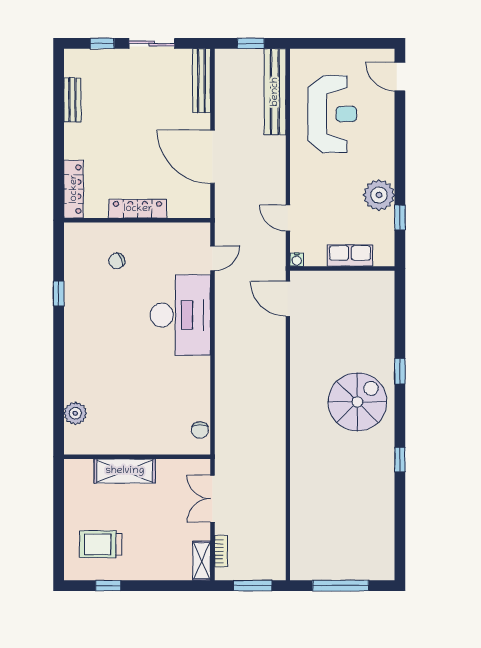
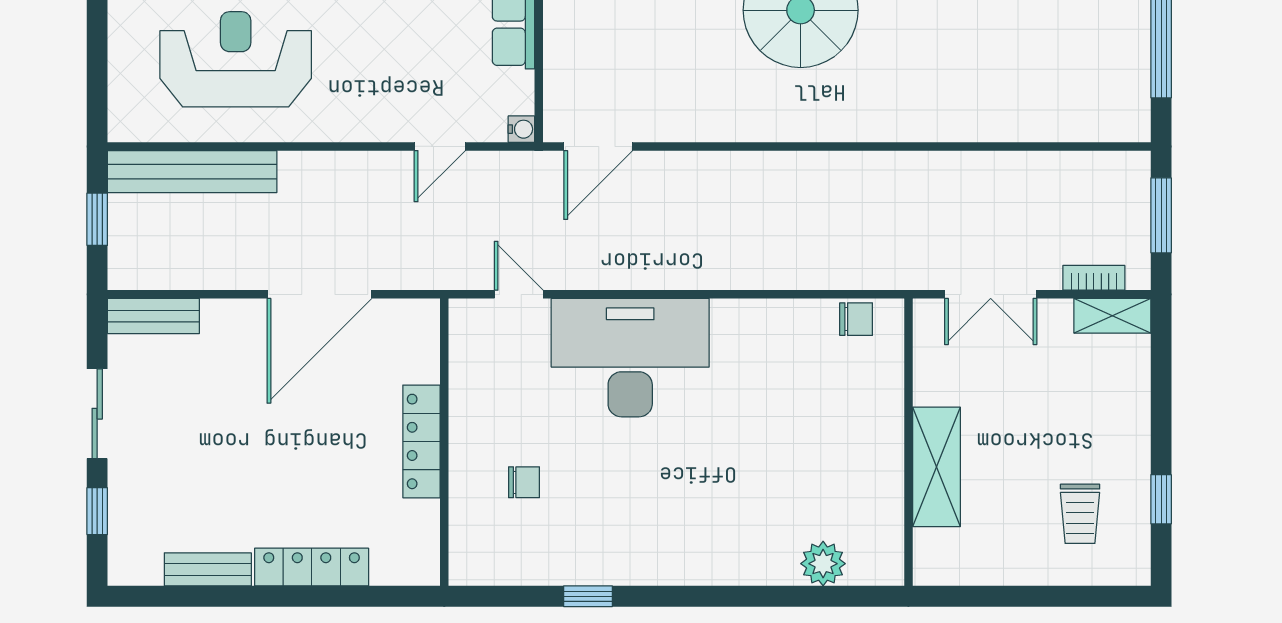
bench: (201, 81) -> (153, 316), width x0.73
locker: (74, 189) -> (312, 567), moved
chair: (117, 261) -> (524, 482), turned -65
trolley: (101, 544) -> (1080, 514), width x0.73, depth x0.72

